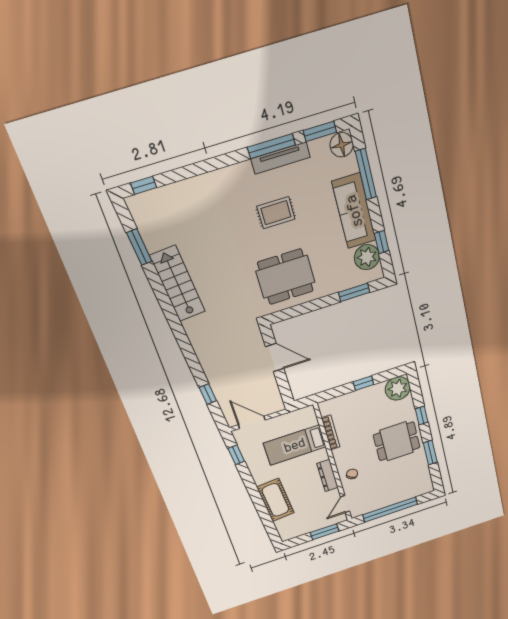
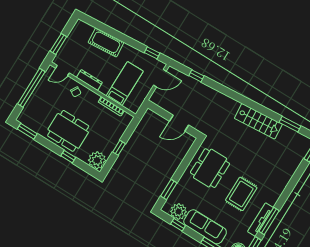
rug: (276, 213) -> (241, 194), width x1.36, depth x1.43
dining table: (397, 441) -> (68, 131), width x1.38
window: (430, 453) -> (27, 131), moved
door: (345, 504) -> (62, 71), swing flipped

